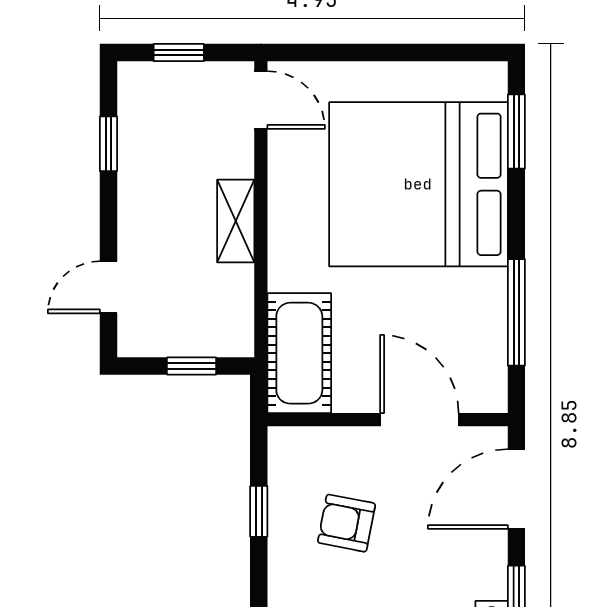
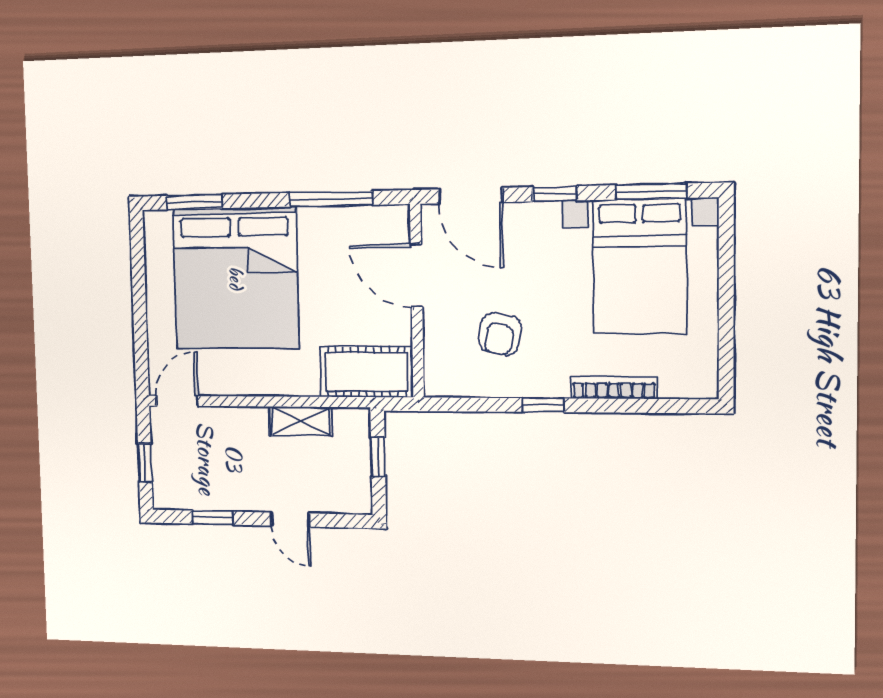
shelving: (236, 221) -> (301, 421), moved
door: (108, 287) -> (290, 520), moved
door: (419, 420) -> (416, 276), hinge flipped
window: (259, 511) -> (543, 405), moved

